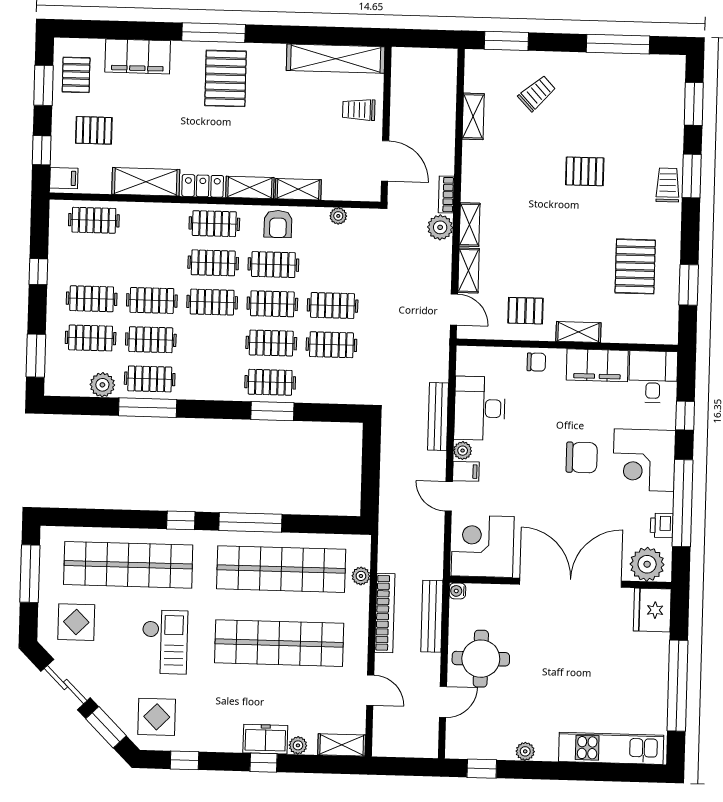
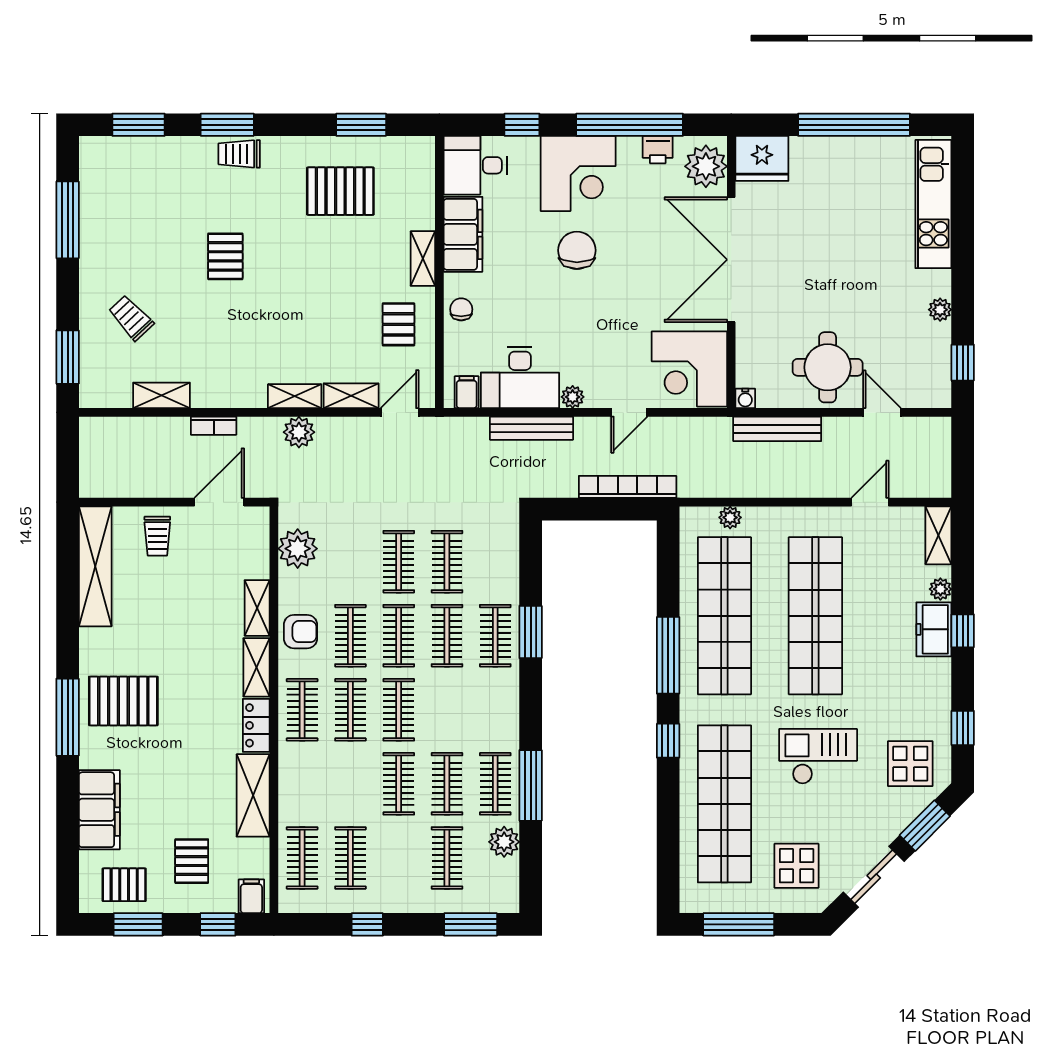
bookcase: (446, 195) -> (214, 426), moved
plant: (338, 216) -> (298, 549), width x1.87, depth x1.87
clothes rail: (92, 299) -> (350, 858), moved
filing cabinet: (466, 471) -> (467, 392), moved
bookcase: (385, 613) -> (628, 487), moved

